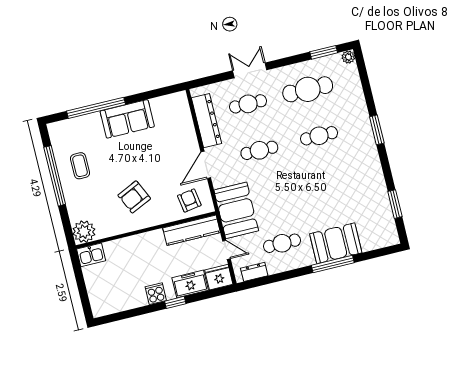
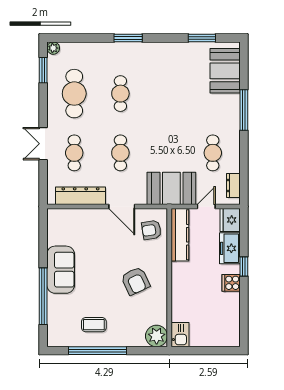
booth: (336, 243) -> (225, 71), moved

